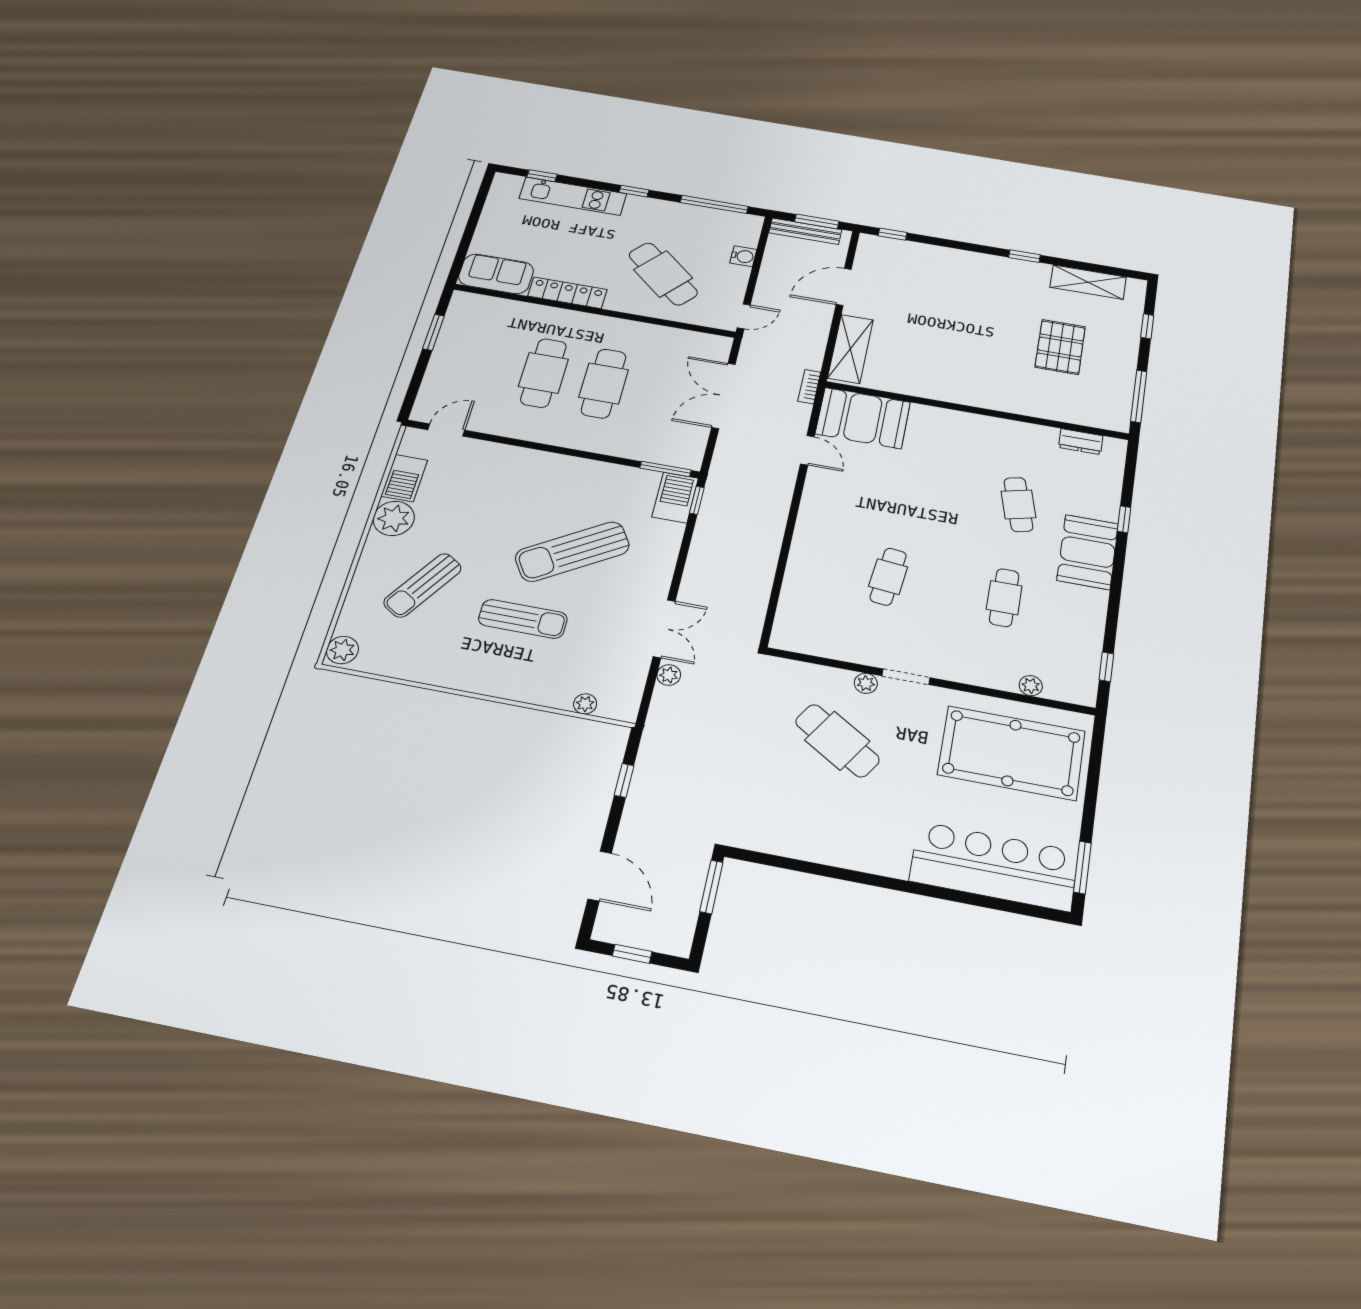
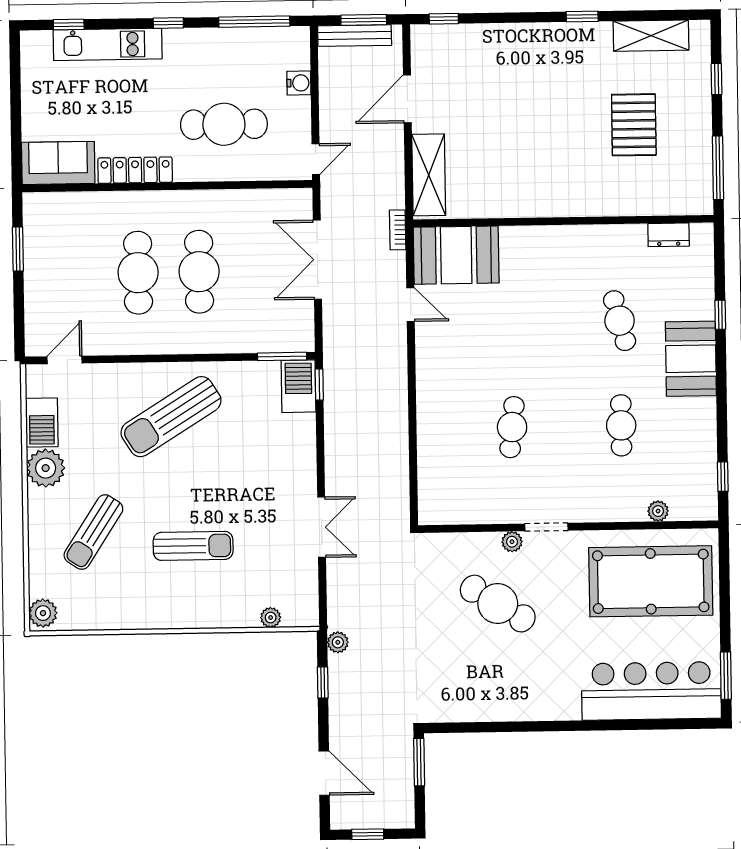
cafe table: (663, 274) -> (224, 124), turned -41
sun lounger: (572, 552) -> (171, 417), moved
plant: (669, 675) -> (338, 642), moved

